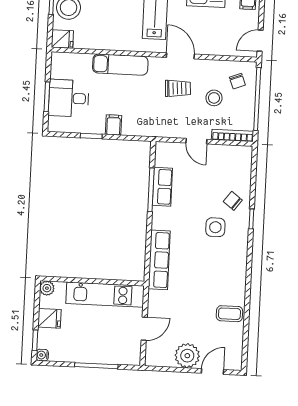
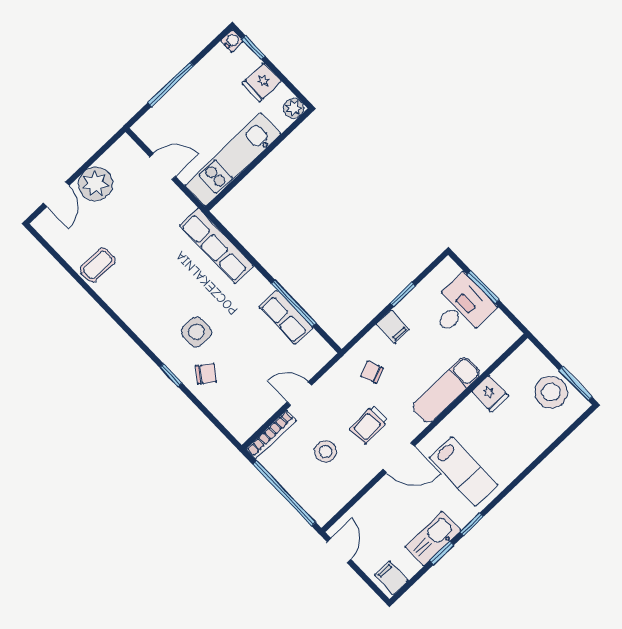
fridge: (62, 39) -> (490, 394), moved, turned -90
chair: (237, 81) -> (372, 372), moved
door: (144, 329) -> (163, 167), swing flipped

